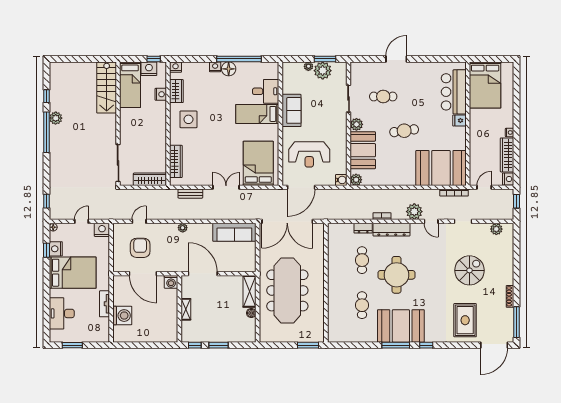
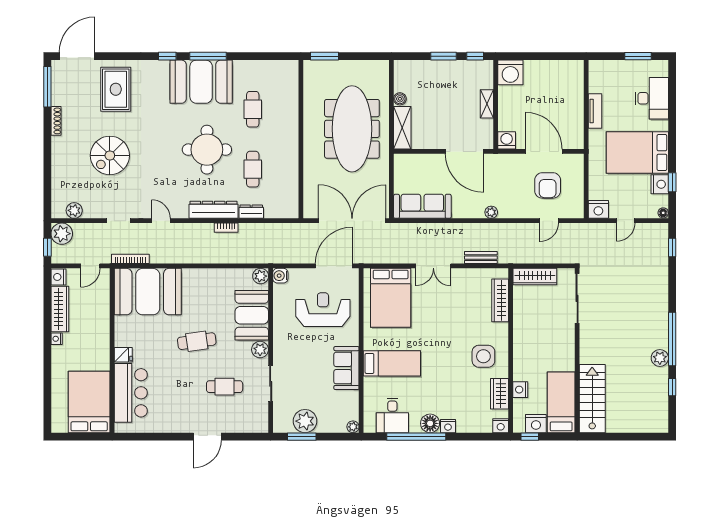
plant: (308, 66) -> (353, 427), moved
desk: (266, 91) -> (392, 415), moved, turned -90
plant: (414, 212) -> (62, 234), moved
washing machine: (122, 316) -> (510, 72), moved, turned -90

